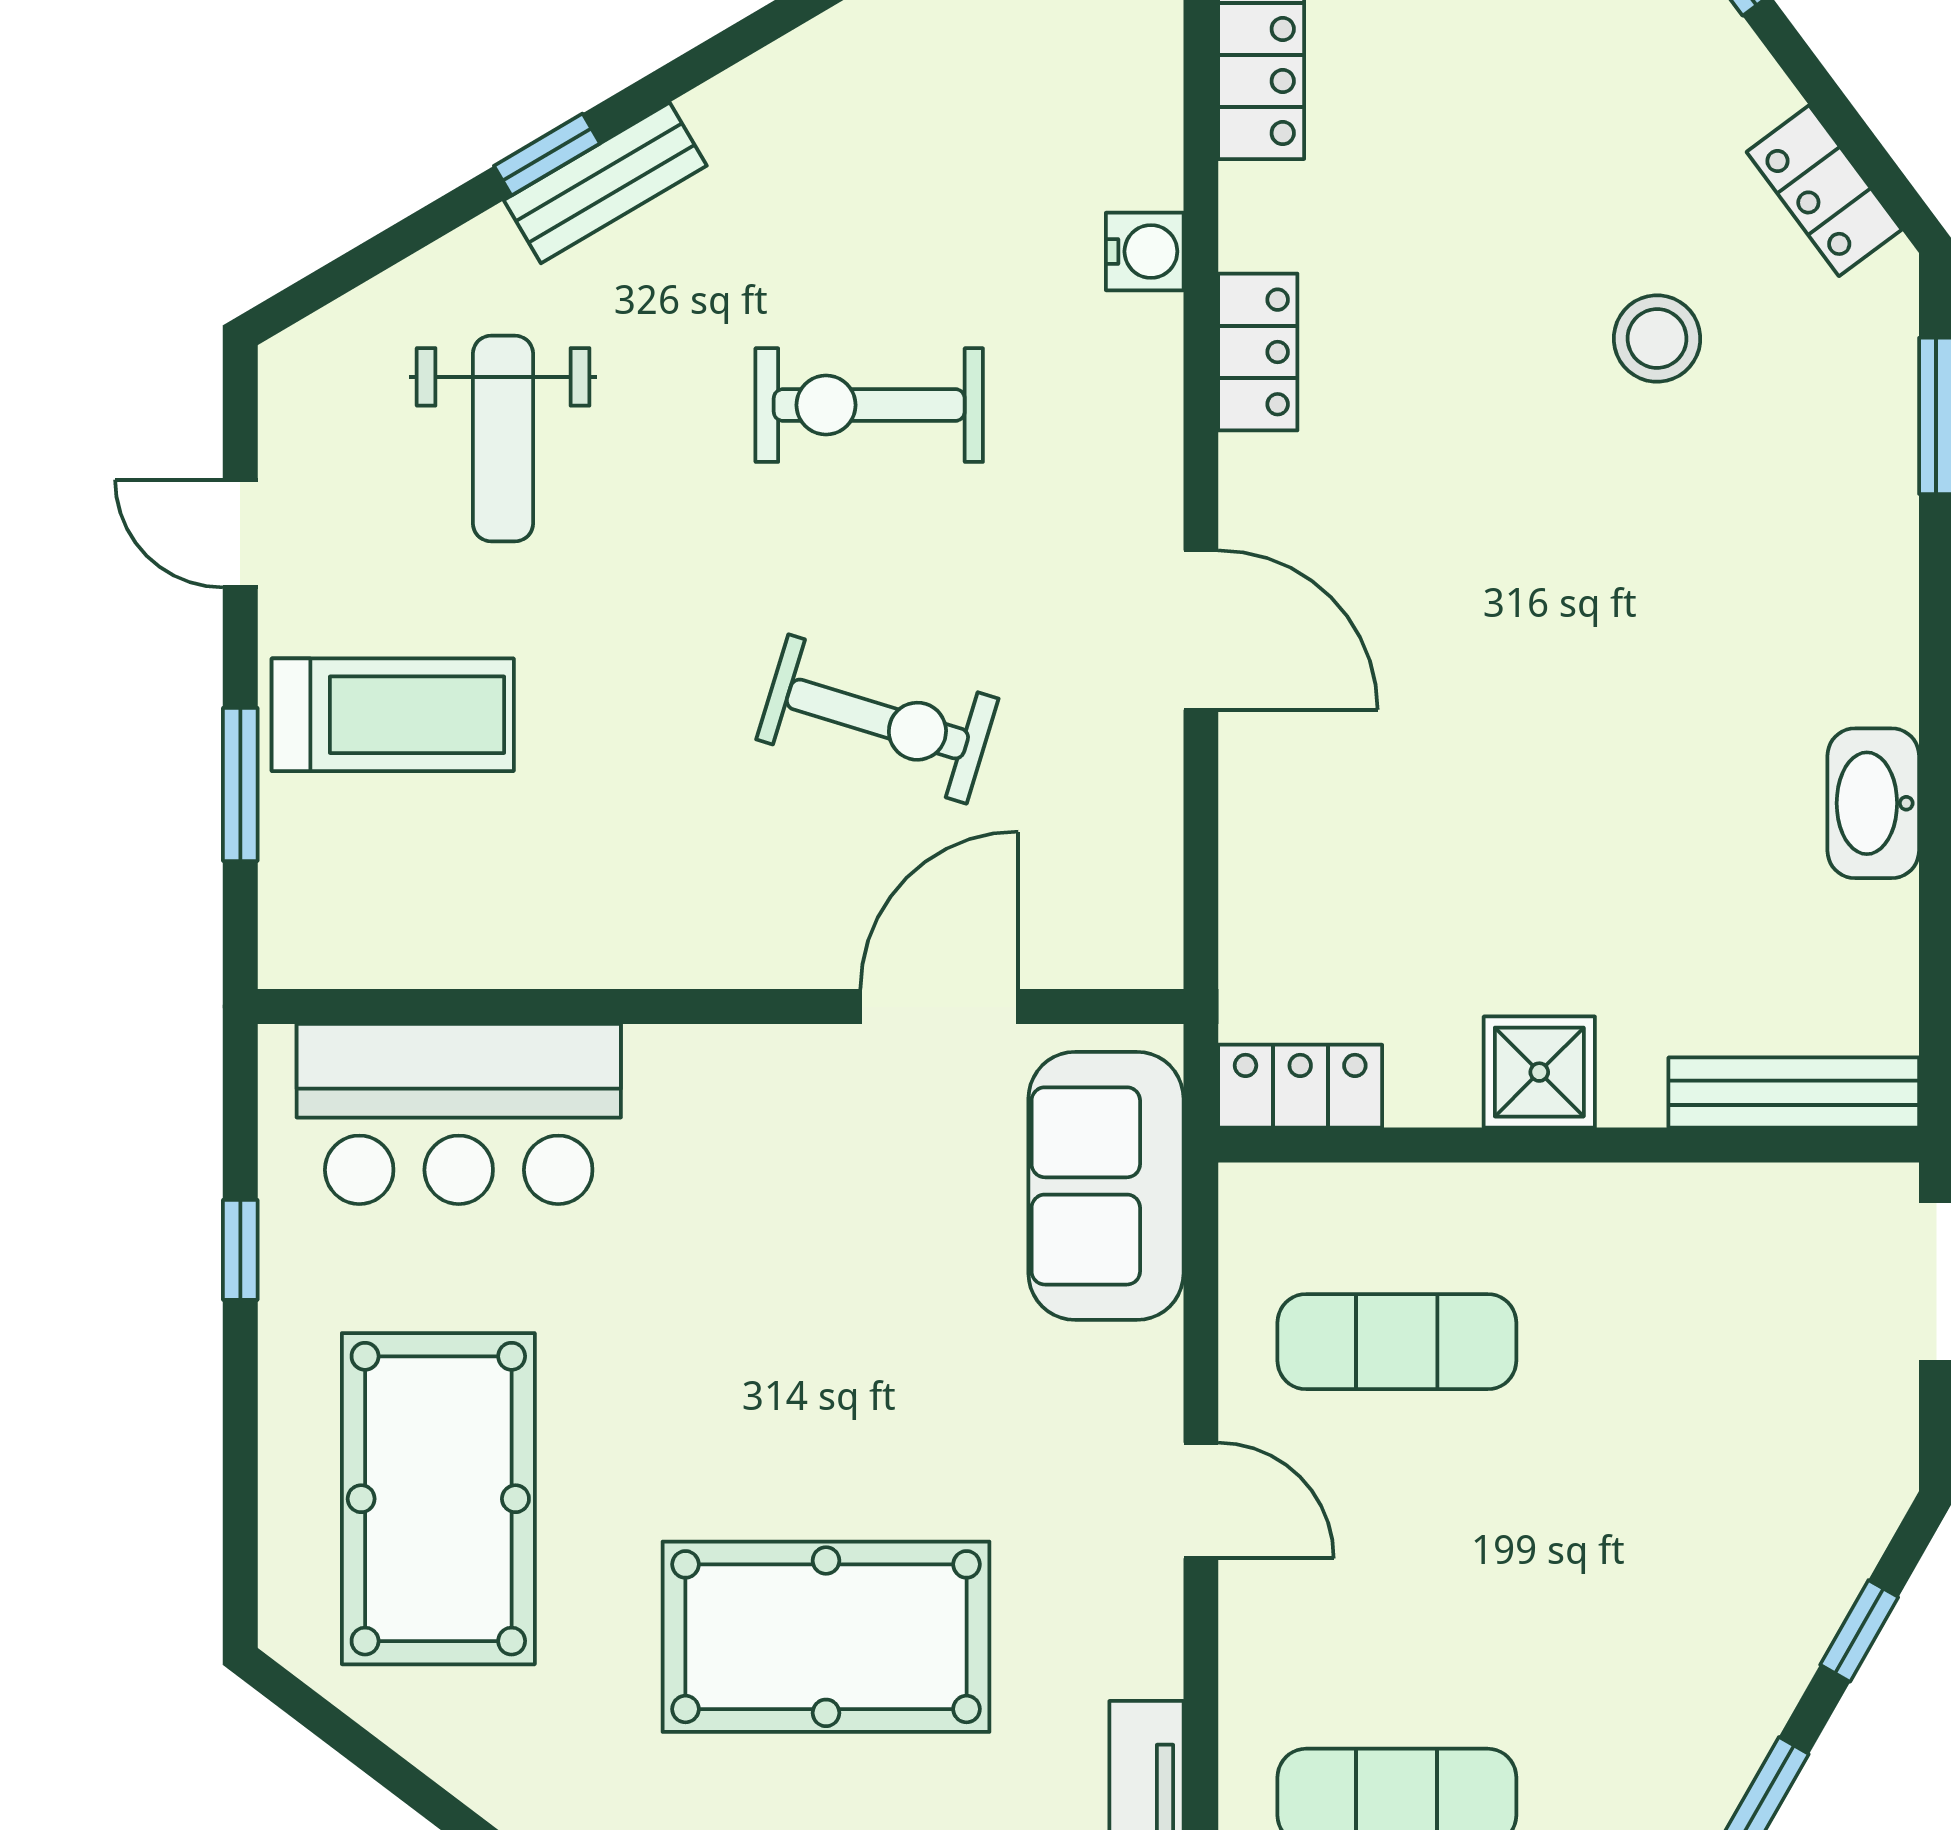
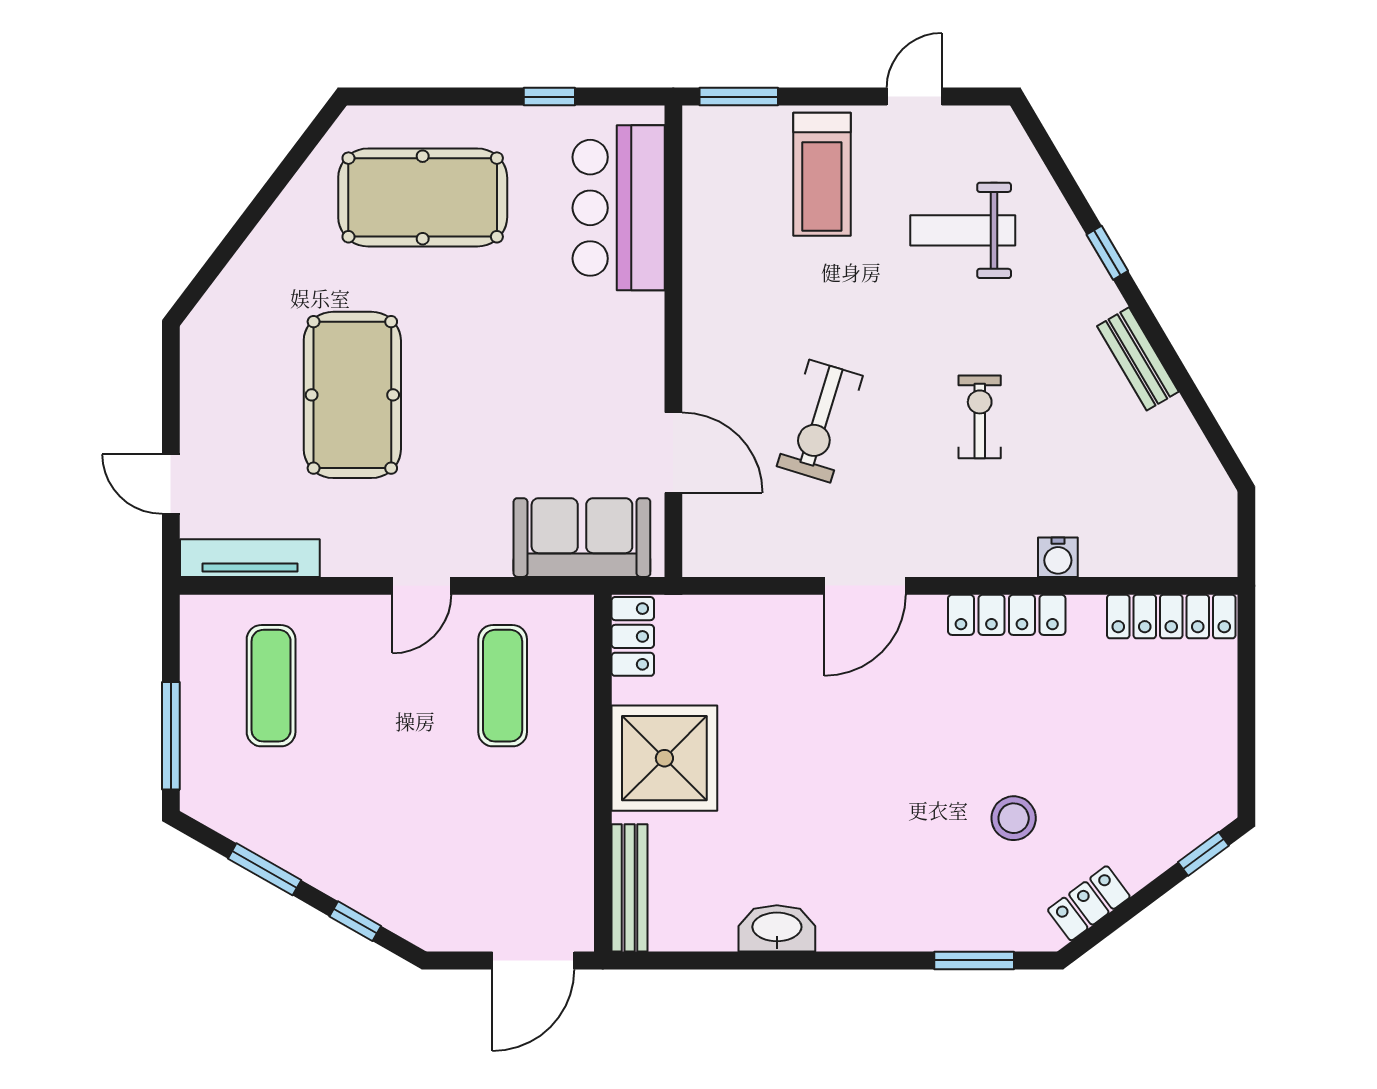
bench: (605, 183) -> (1138, 359), moved
locker: (1258, 352) -> (1007, 615), width x1.53
exercise bike: (869, 405) -> (980, 417), width x0.73, depth x0.72
window: (240, 784) -> (739, 97), moved
shower: (1539, 1072) -> (664, 758), width x1.86, depth x1.86

